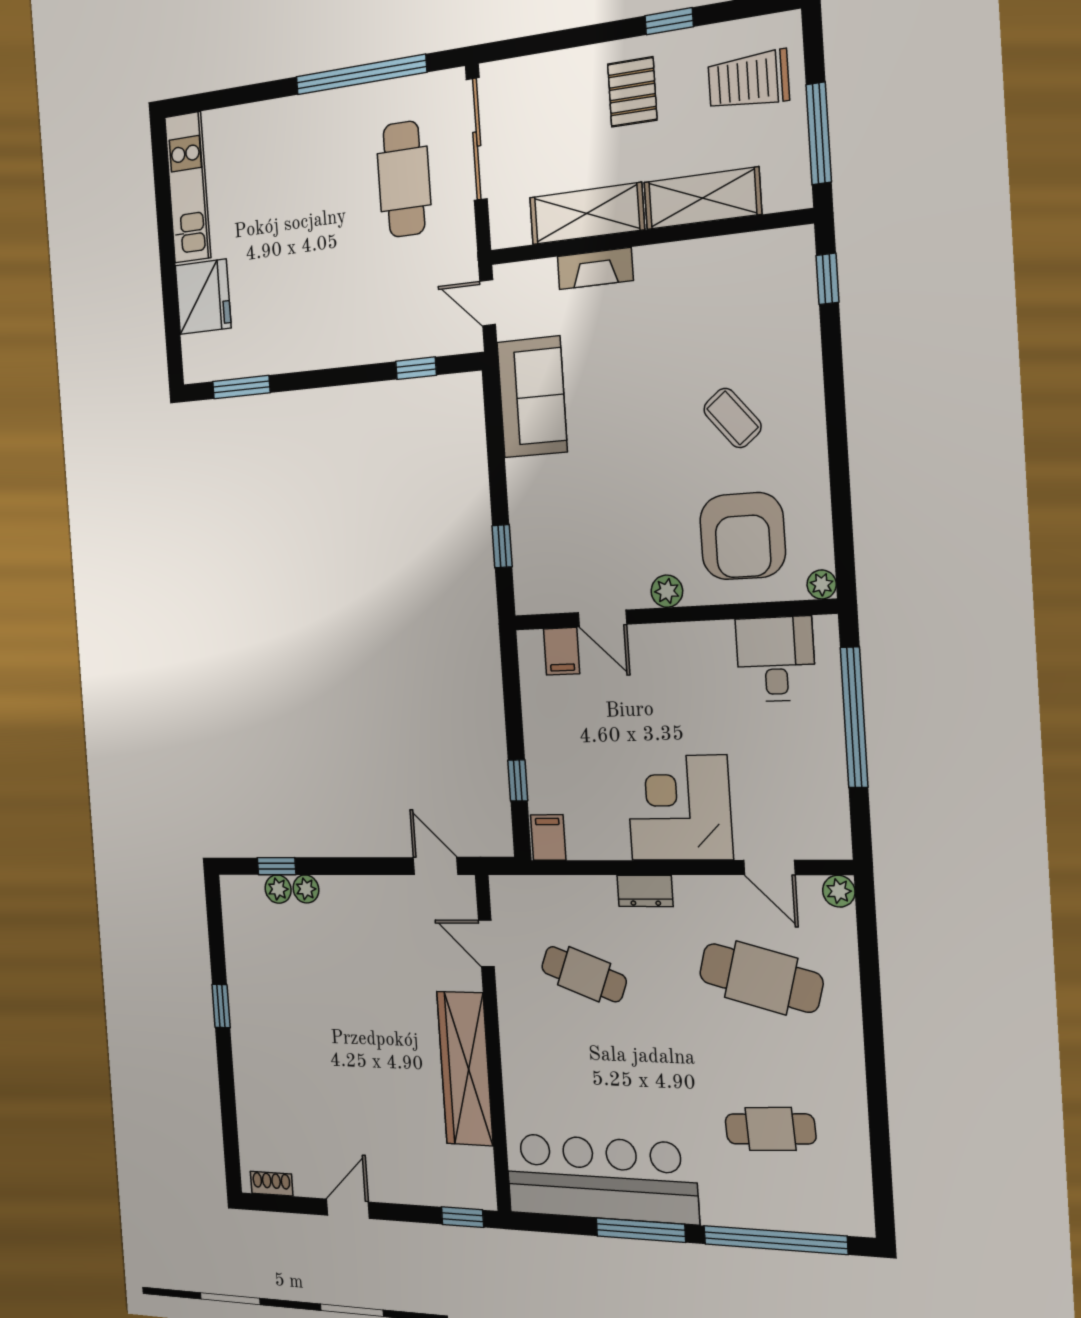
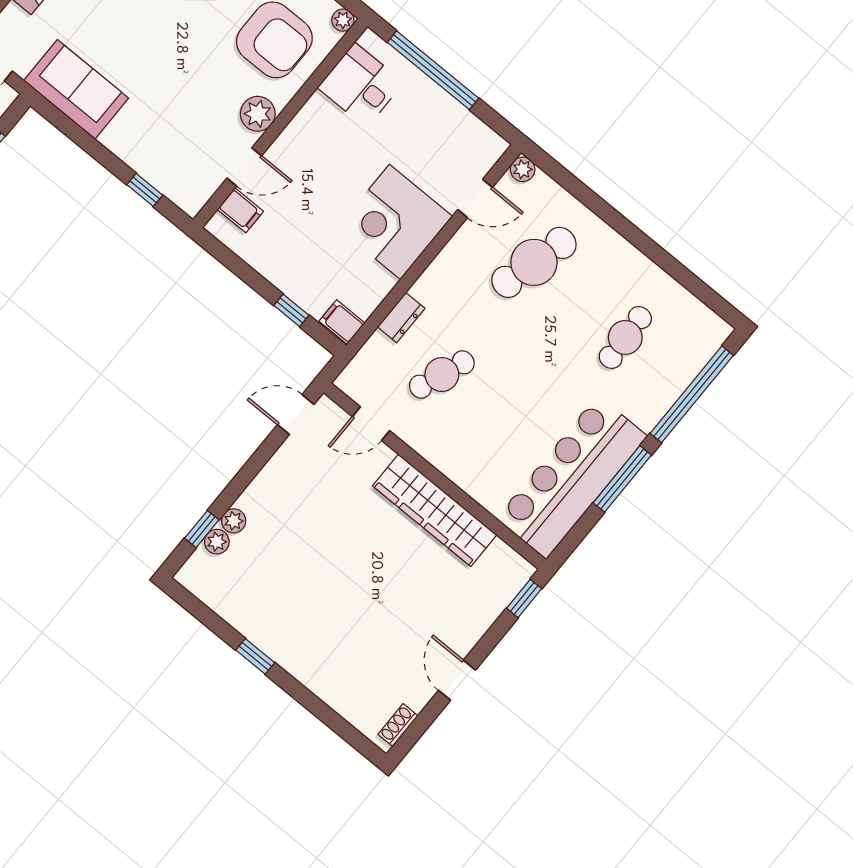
plant: (667, 591) -> (258, 114), width x1.38, depth x1.38
dresser: (645, 891) -> (401, 318), moved

